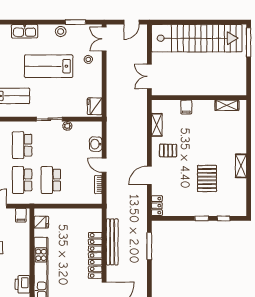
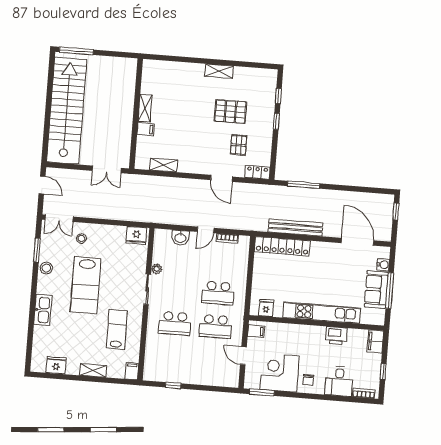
shelving: (227, 105) -> (145, 108), moved
pallet: (168, 151) -> (239, 145), moved
locker: (95, 255) -> (282, 246), moved

